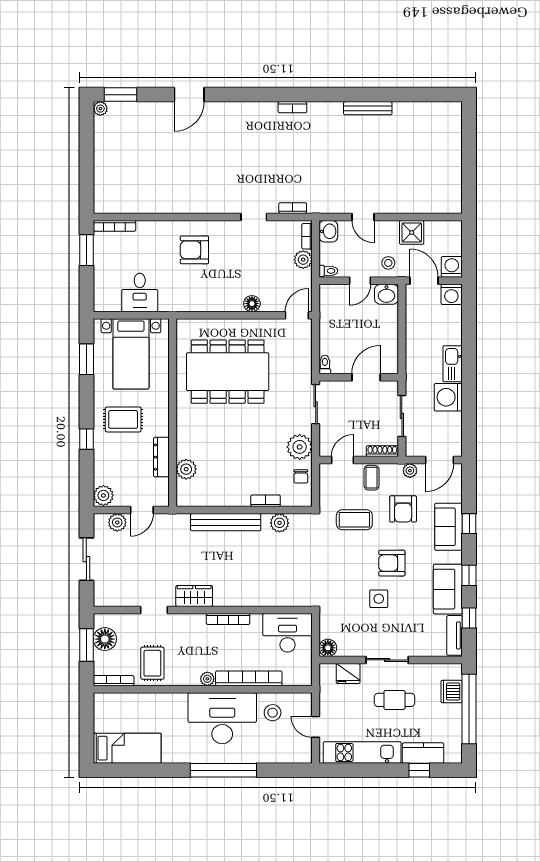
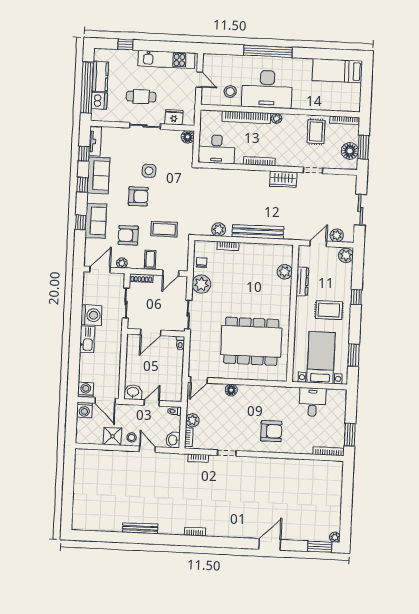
stool: (388, 263) -> (131, 437), moved
armchair: (403, 509) -> (128, 235), turned -90
kitchen counter: (423, 753) -> (100, 76), moved, turned -90

